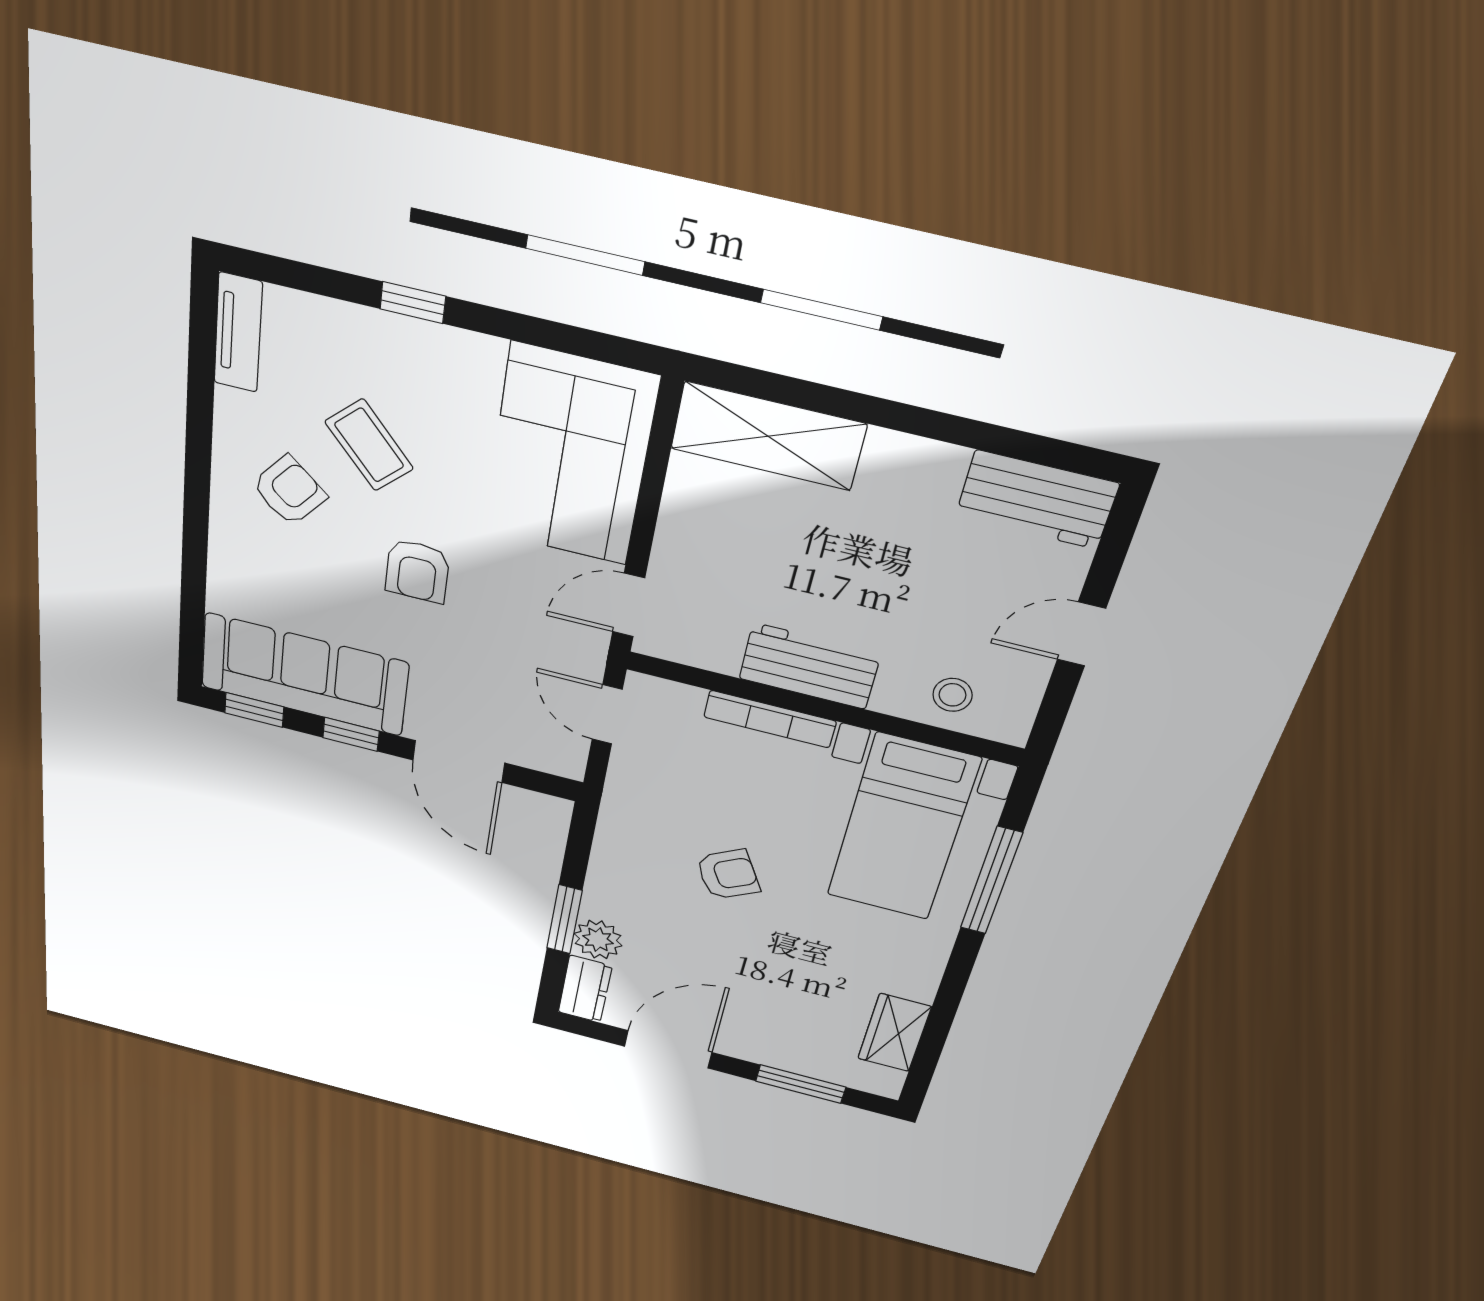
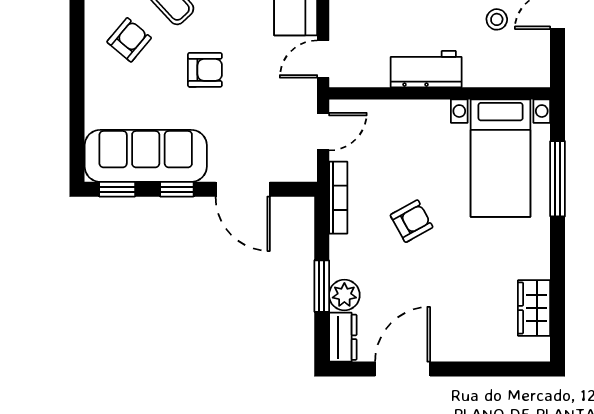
armchair: (417, 571) -> (205, 70), turned -90
stool: (952, 695) -> (497, 19), moved
door: (607, 714) -> (323, 132), swing flipped
bookcase: (770, 719) -> (338, 198), moved, turned -90
window: (801, 1084) -> (489, 369), removed

